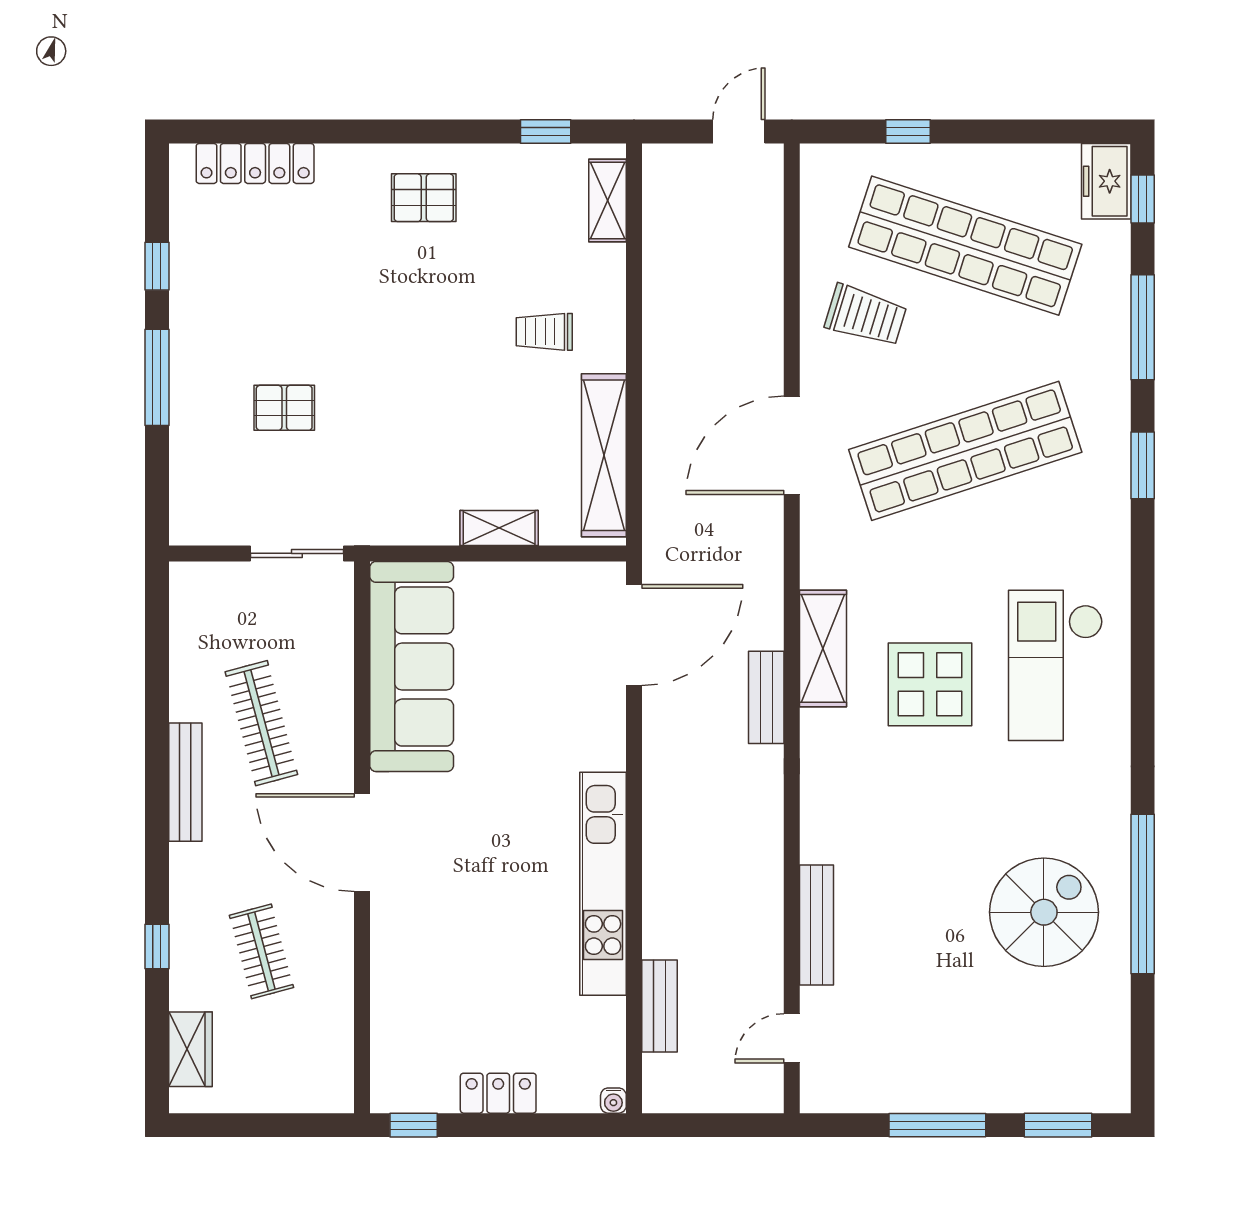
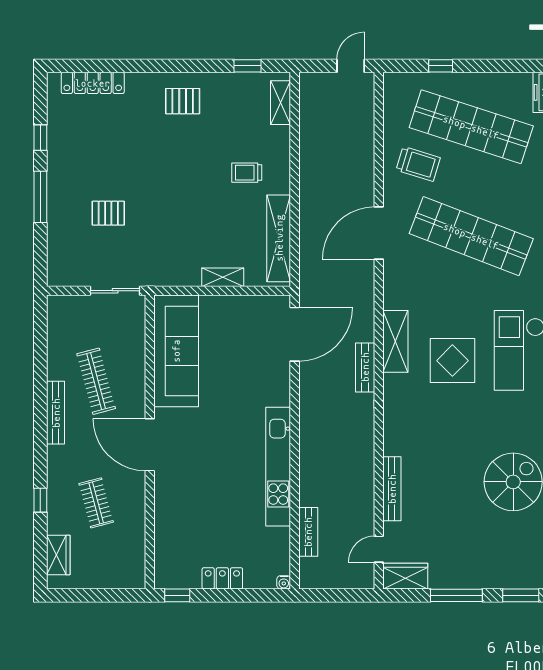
shop shelf: (965, 451) -> (471, 236), turned 39
wardrobe: (841, 1089) -> (405, 576), added

